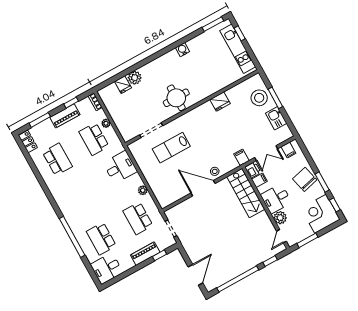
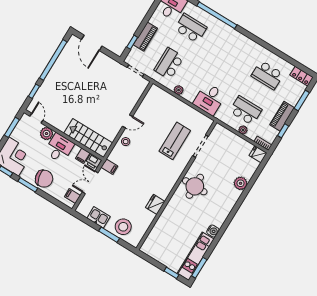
kitchen unit: (238, 49) -> (196, 256), moved, turned -90
fridge: (123, 85) -> (258, 154), moved
door: (203, 188) -> (128, 121), width x0.53
school desk: (138, 218) -> (169, 64), turned -90

